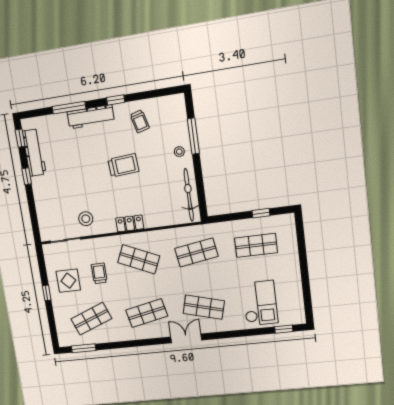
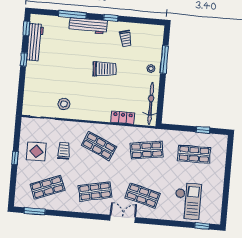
locker: (130, 223) -> (123, 118), moved

